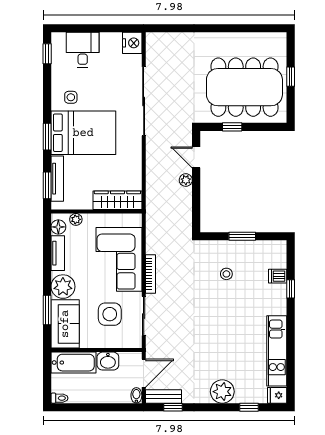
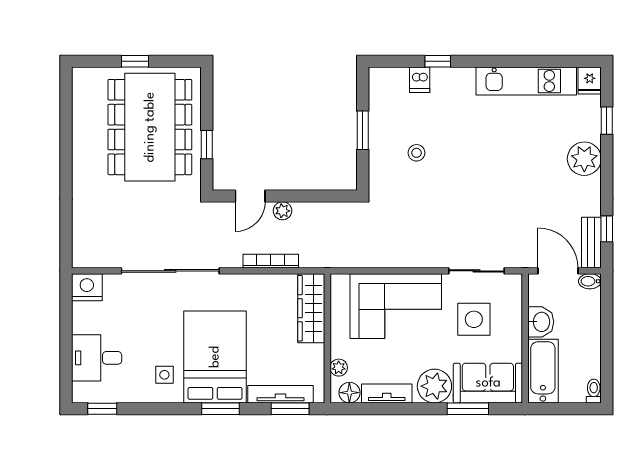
bookcase: (150, 274) -> (271, 261), moved

